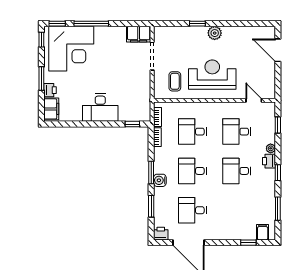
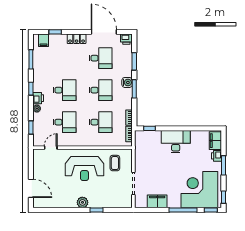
filing cabinet: (139, 34) -> (157, 201), moved
door: (254, 100) -> (51, 148), swing flipped
locker: (222, 234) -> (77, 39), added

